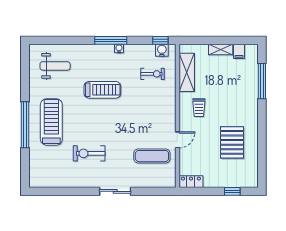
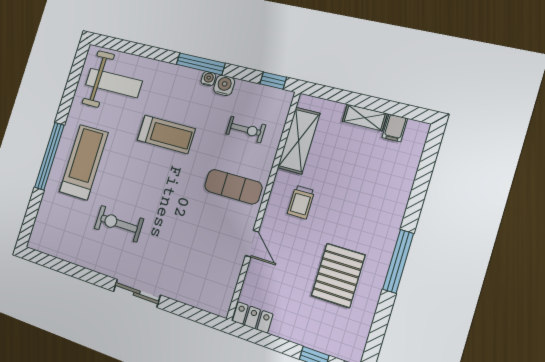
water cooler: (162, 50) -> (224, 85), moved
weight bench: (55, 66) -> (114, 83), width x1.36, depth x1.33
window: (262, 81) -> (398, 261), moved
door: (177, 140) -> (252, 244), hinge flipped
exercise mat: (152, 156) -> (233, 187), moved

